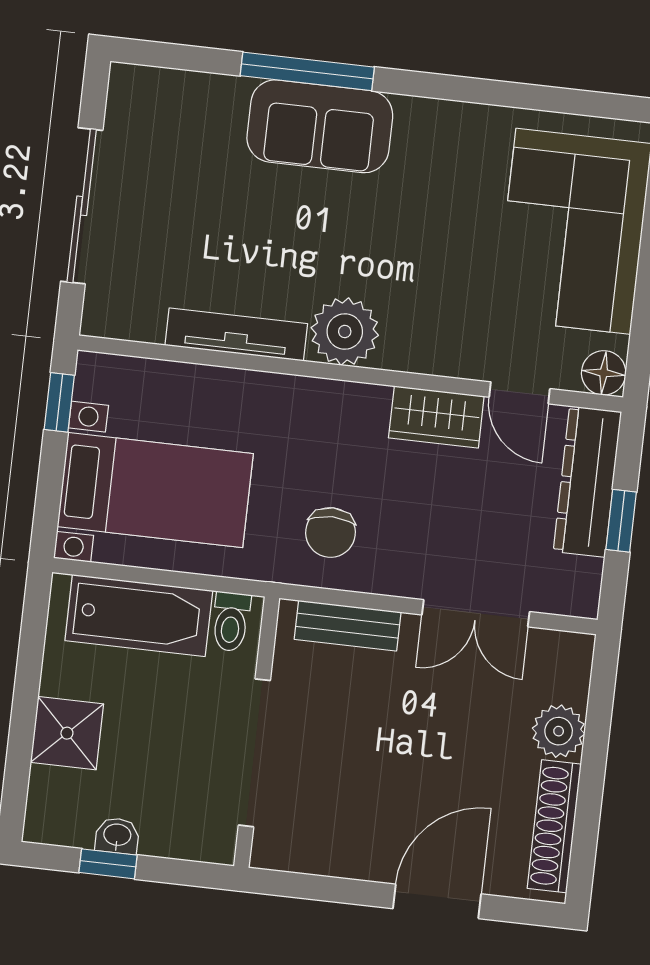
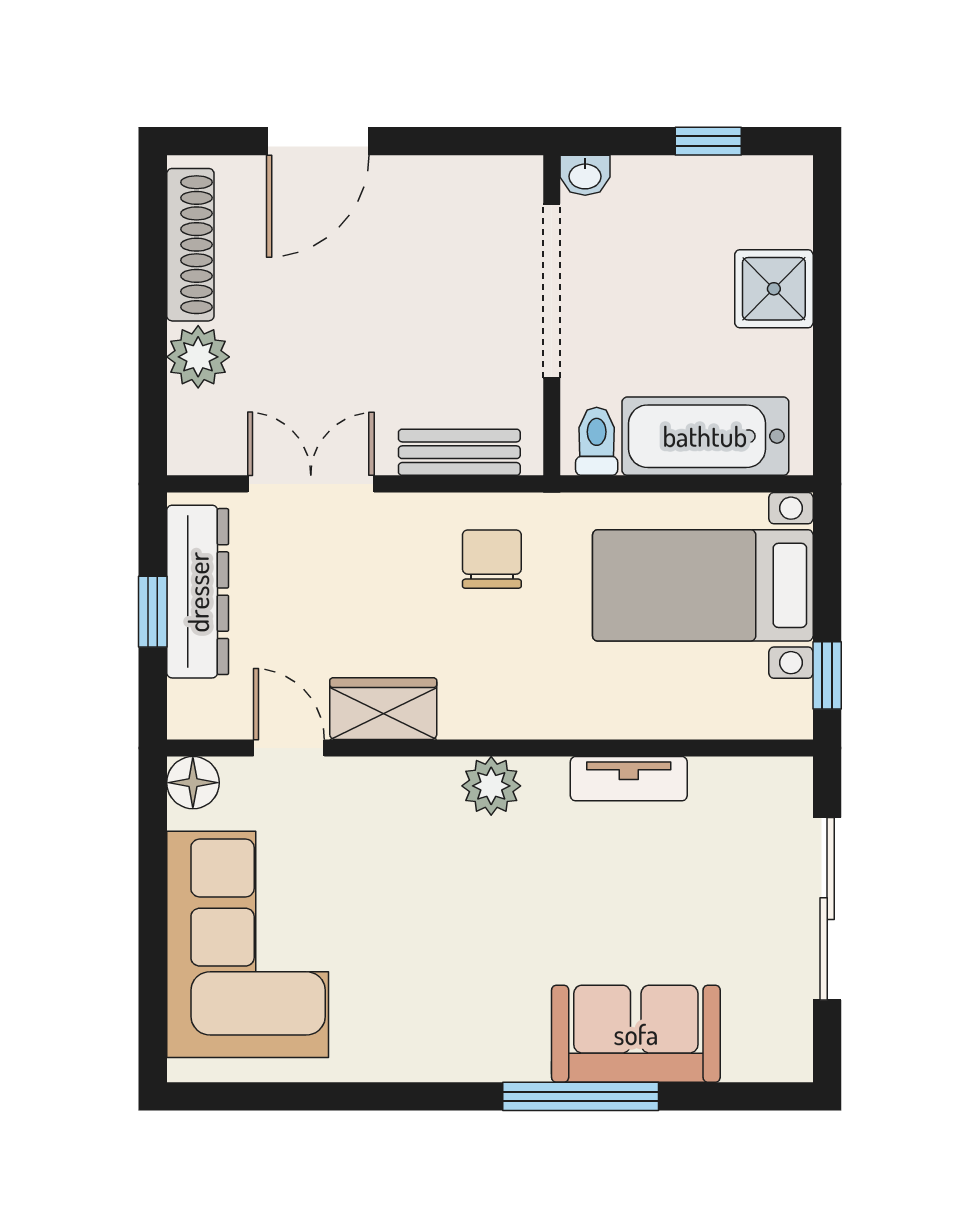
sofa: (320, 126) -> (636, 1034), moved
plant: (345, 331) -> (491, 786), width x0.73, depth x0.73
tv unit: (236, 334) -> (629, 779), width x0.71
dresser: (587, 482) -> (198, 592), moved
washbasin: (117, 836) -> (585, 175), moved

